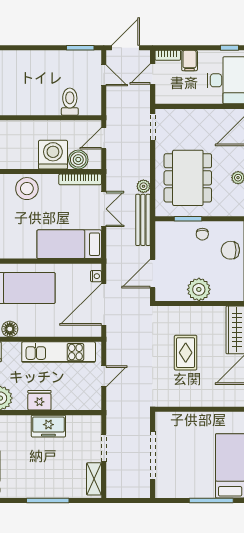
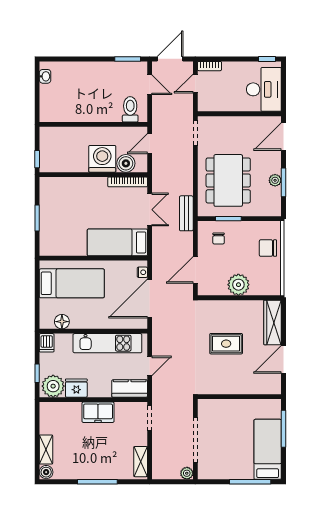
filing cabinet: (190, 61) -> (230, 71), removed
toilet: (70, 102) -> (130, 109), moved
plant: (143, 186) -> (187, 473), moved
stool: (27, 189) -> (78, 190), removed
bench: (143, 220) -> (186, 213), width x0.73
chair: (202, 234) -> (219, 238), moved
rug: (186, 353) -> (226, 344), turned 90
fridge: (39, 400) -> (76, 388), moved
kitchen counter: (82, 401) -> (130, 388), added
doorway: (104, 448) -> (150, 418), moved

